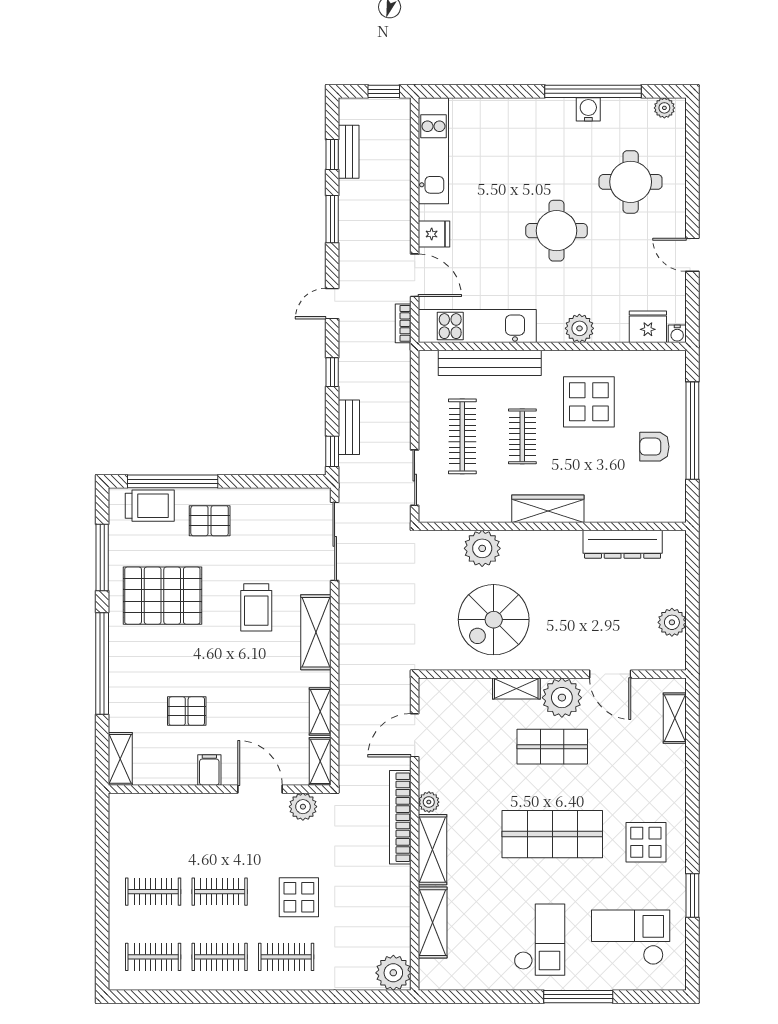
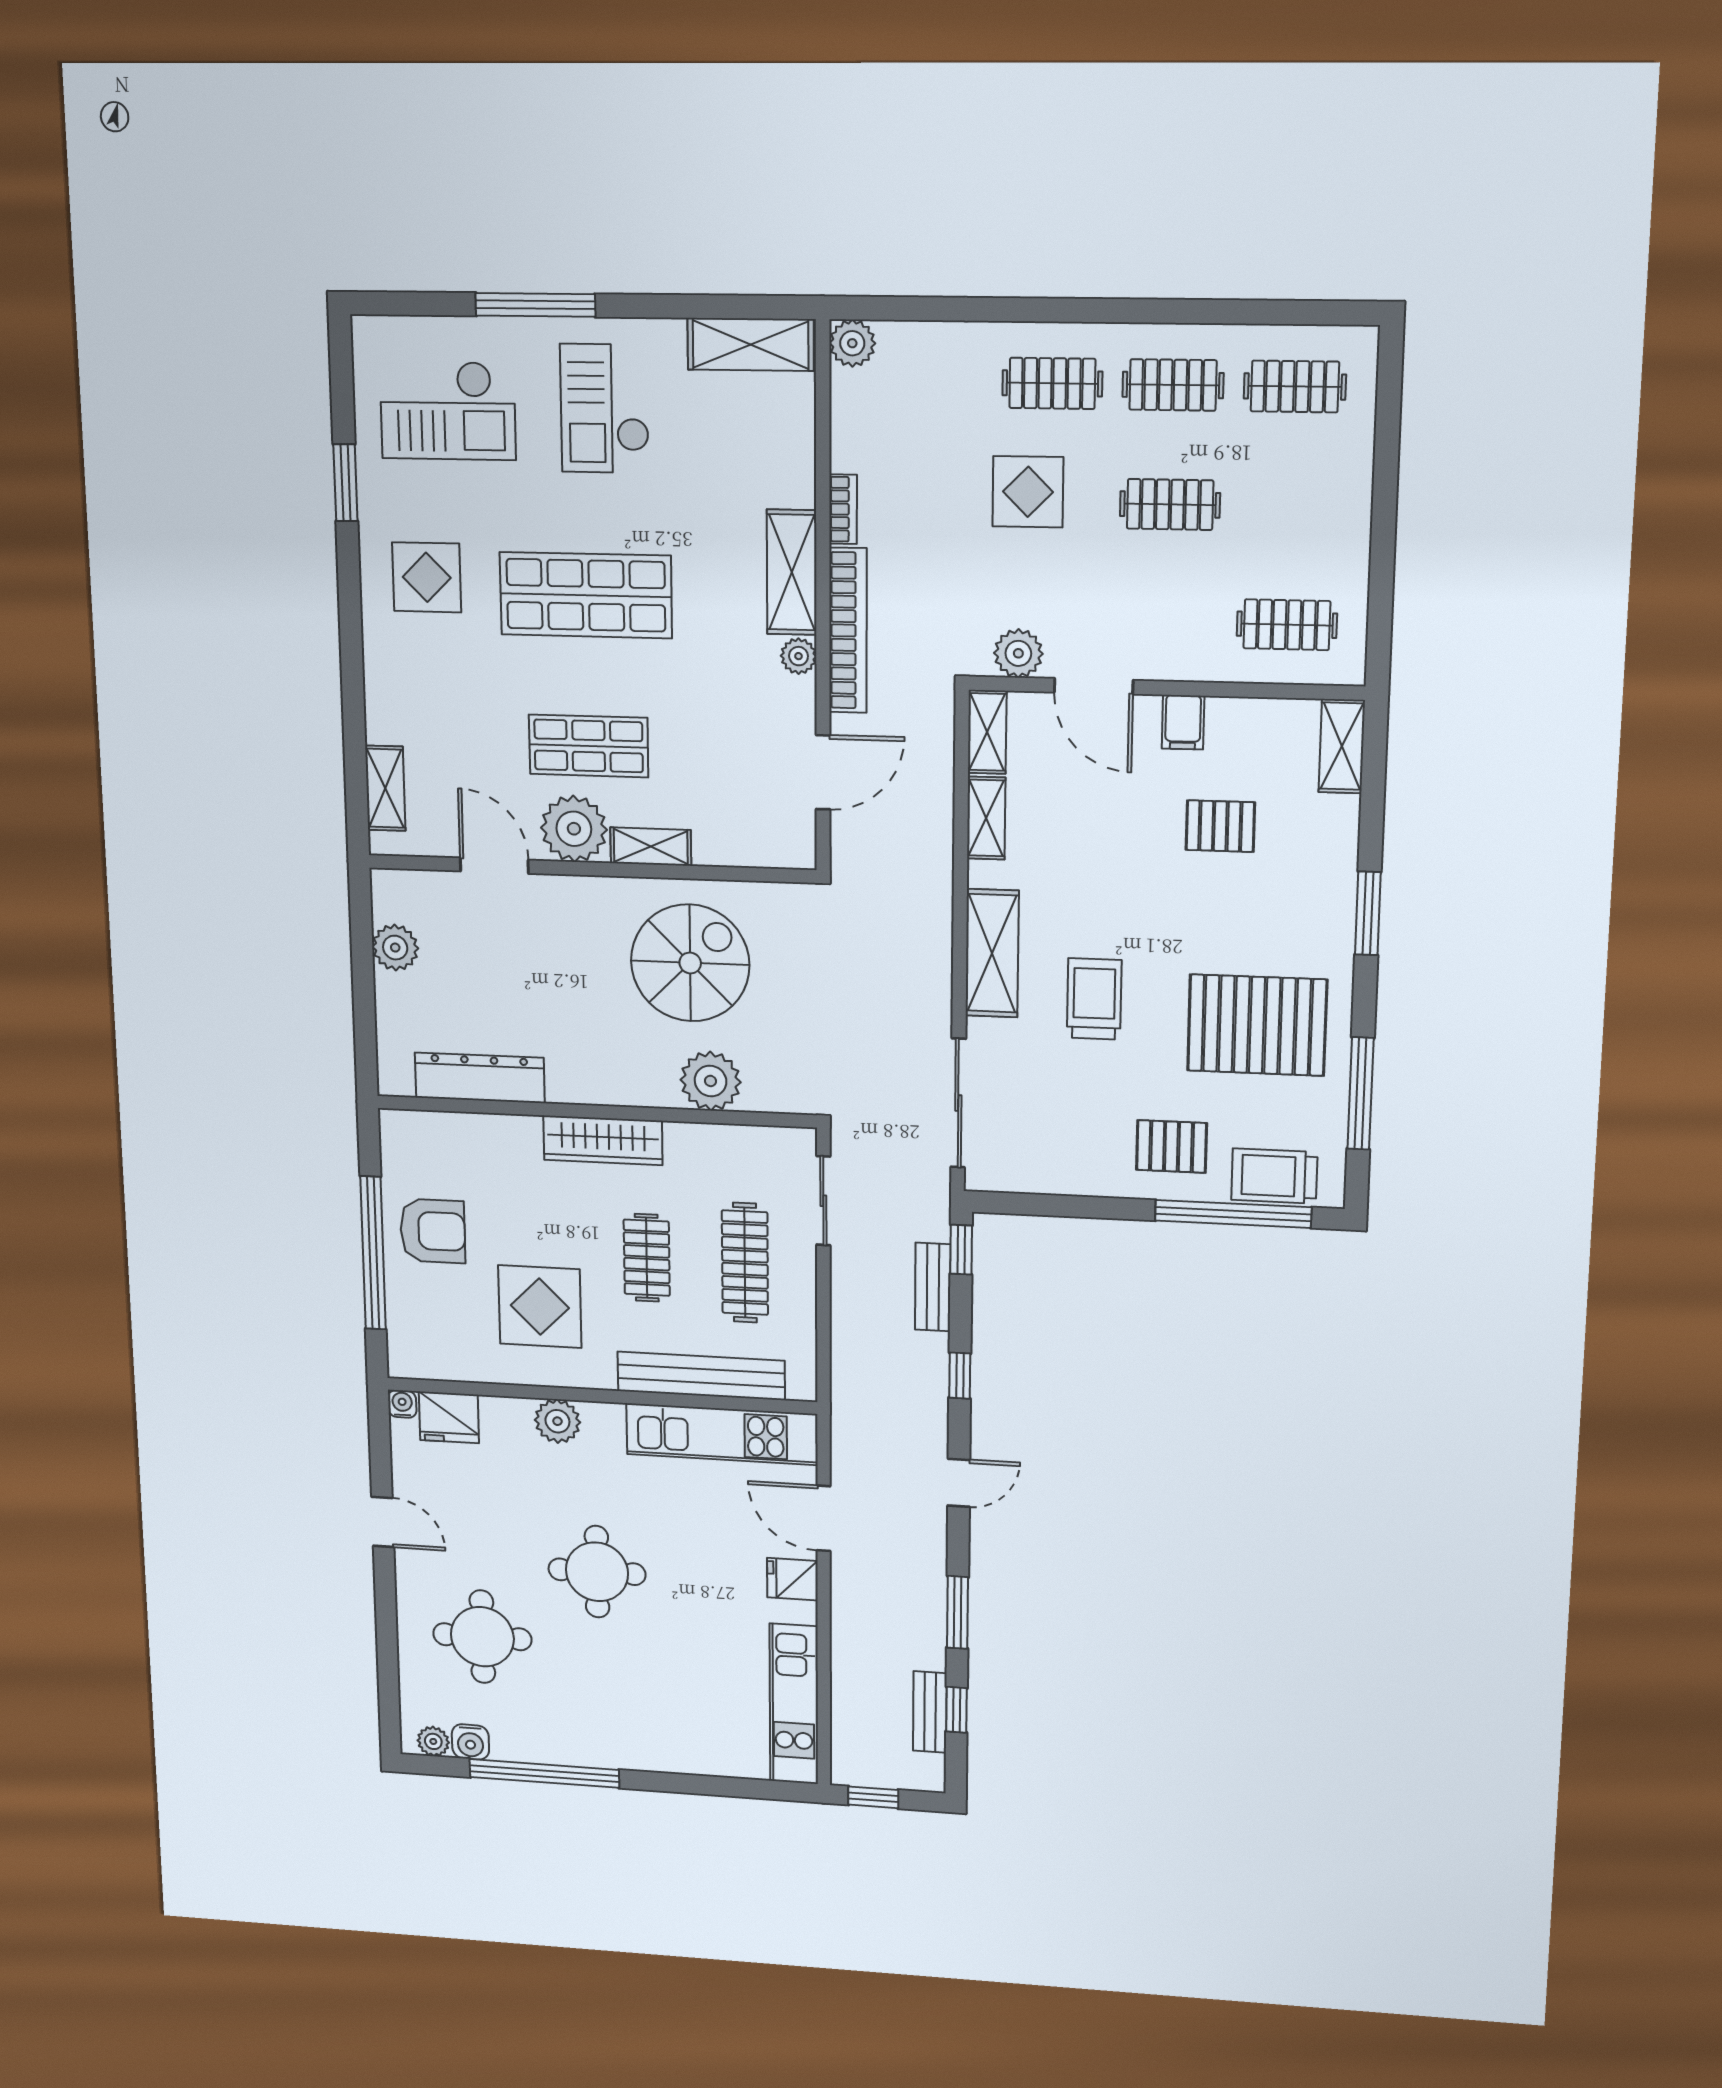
water cooler: (588, 109) -> (470, 1742), moved
bookcase: (403, 323) -> (843, 509), moved
armchair: (654, 447) -> (433, 1231), width x1.38, depth x1.38
window: (102, 664) -> (1368, 913), width x0.47
clothes rail: (153, 892) -> (1287, 625), moved
shelving: (433, 923) -> (751, 344), moved, turned 90
plant: (393, 973) -> (852, 343), width x0.73, depth x0.73

